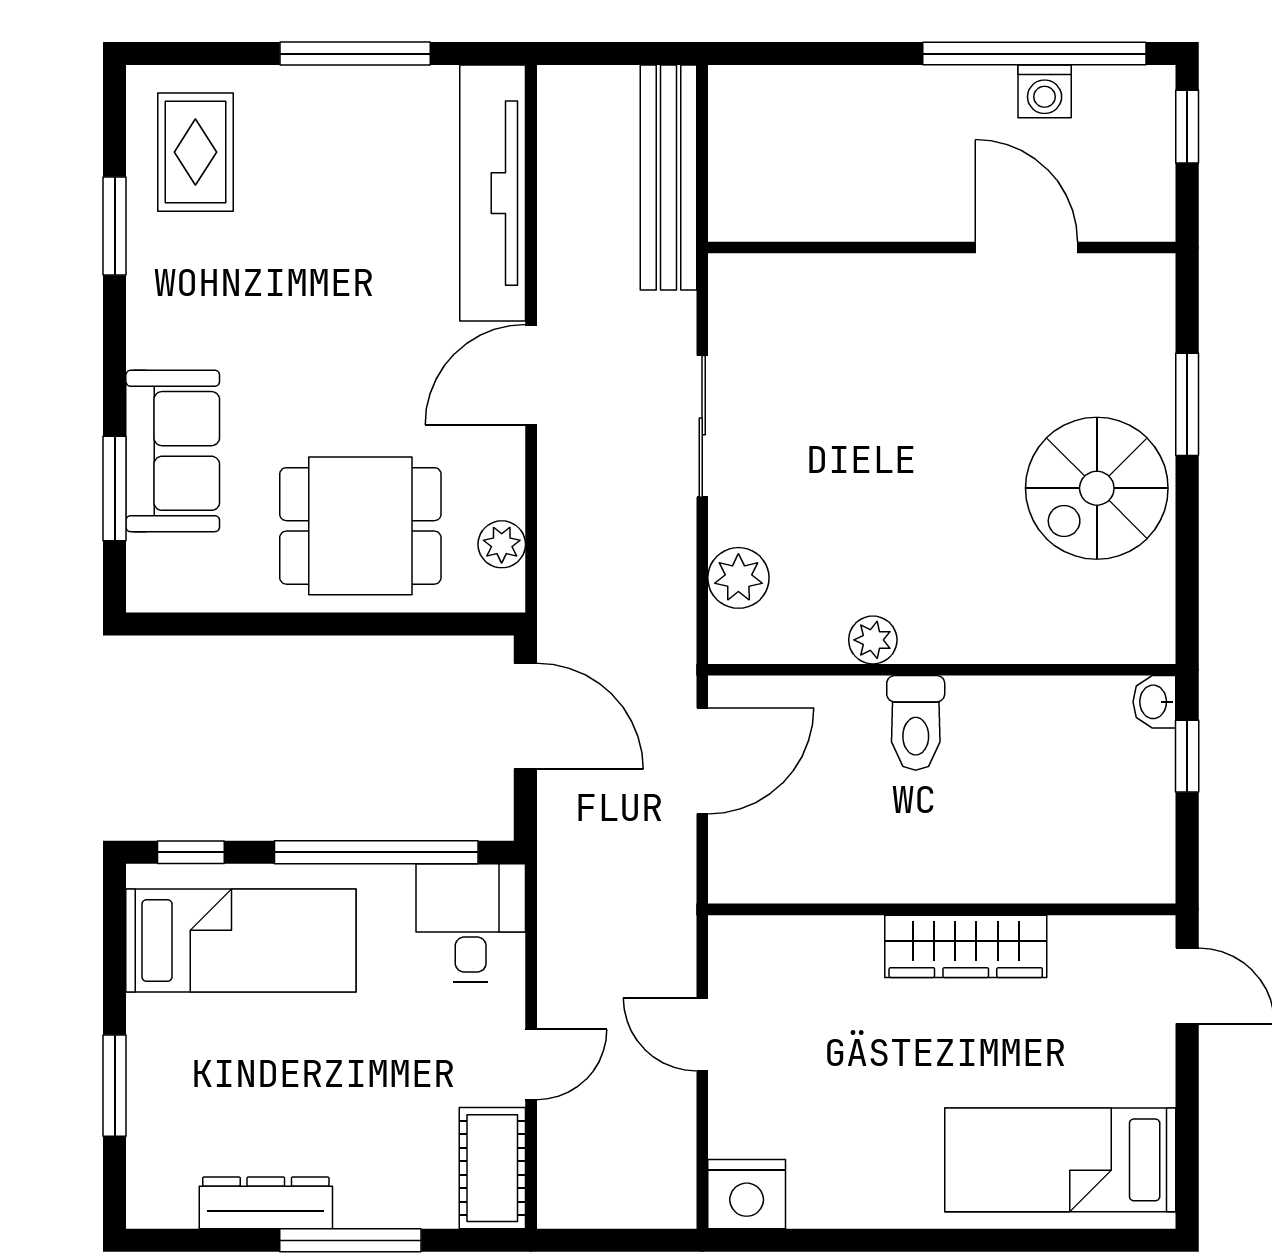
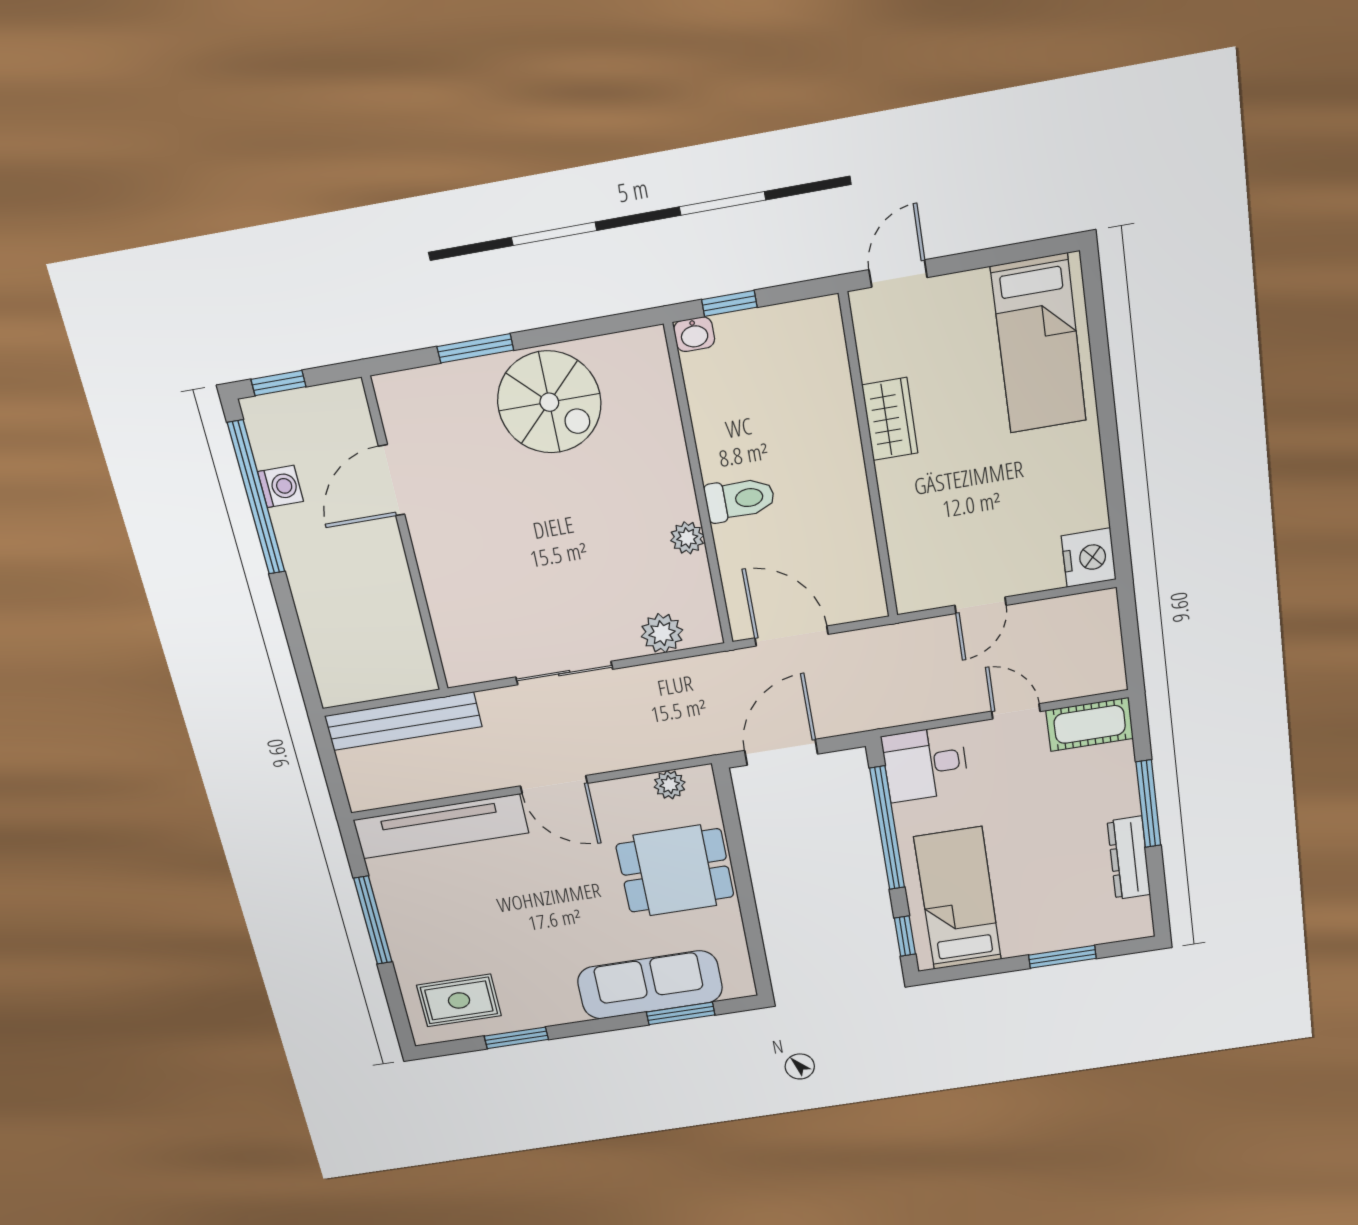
sofa: (173, 451) -> (650, 985), width x1.36
dining table: (360, 526) -> (675, 871), turned 90
wardrobe: (966, 946) -> (890, 419), width x0.67

